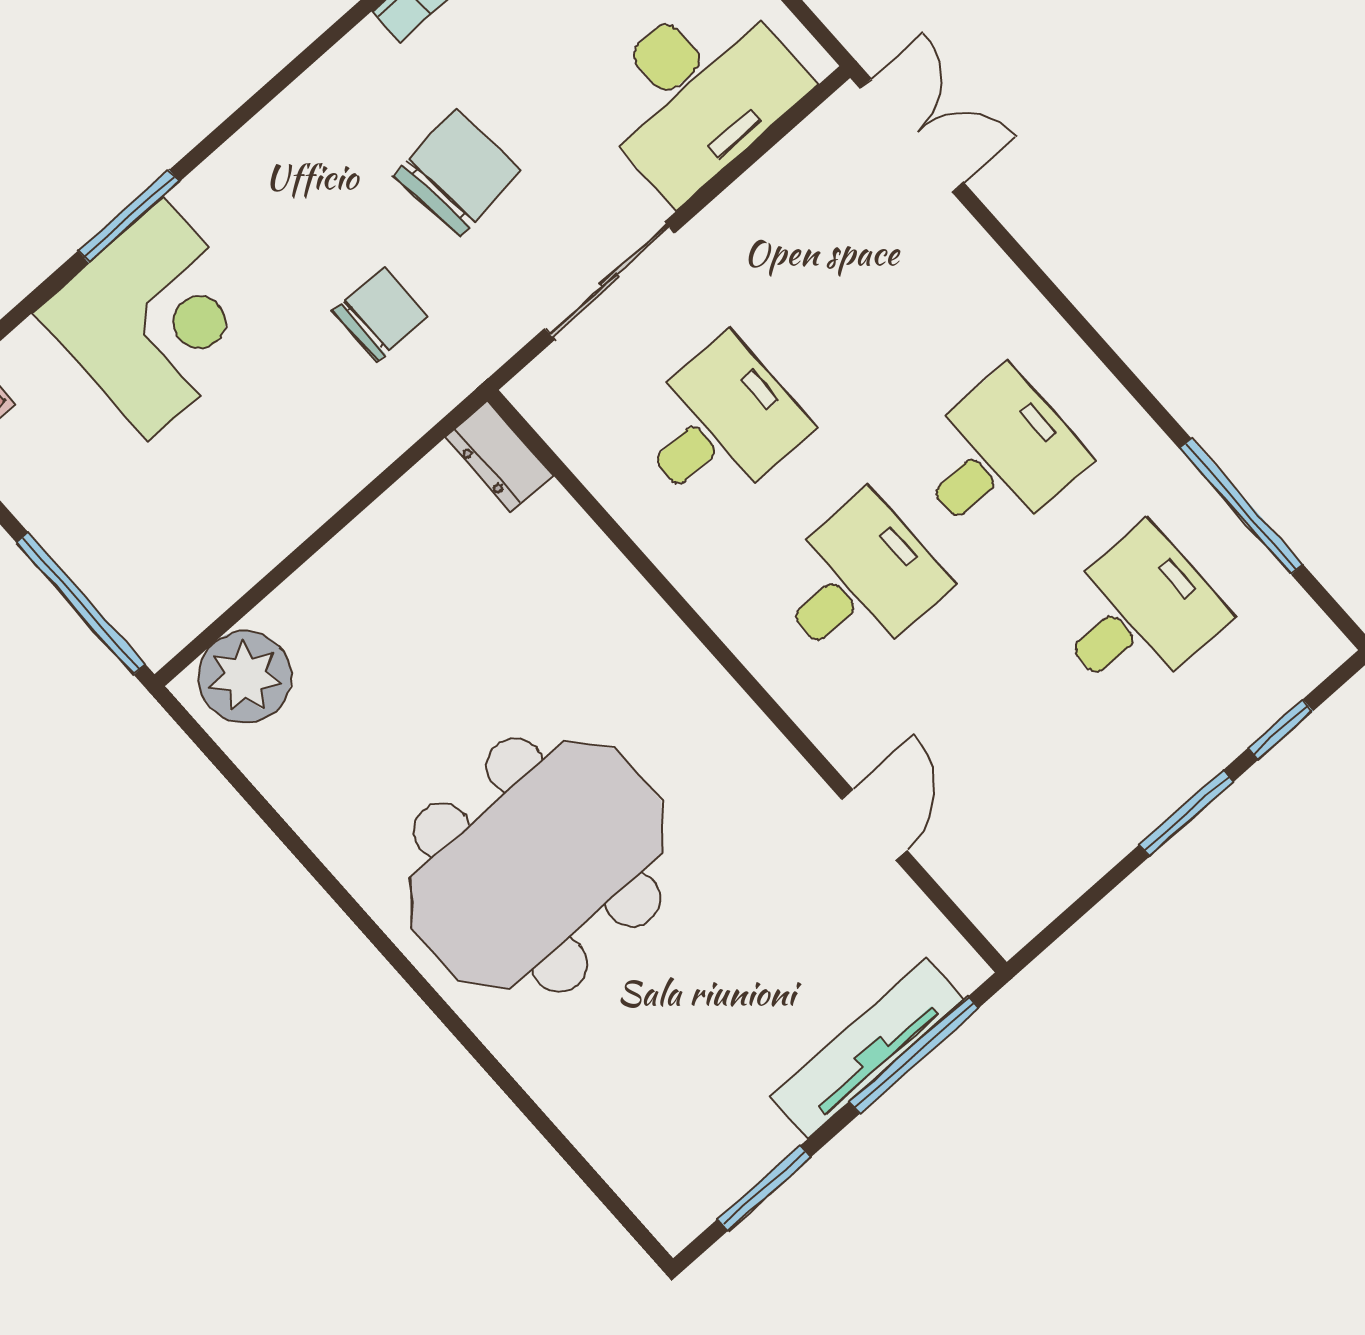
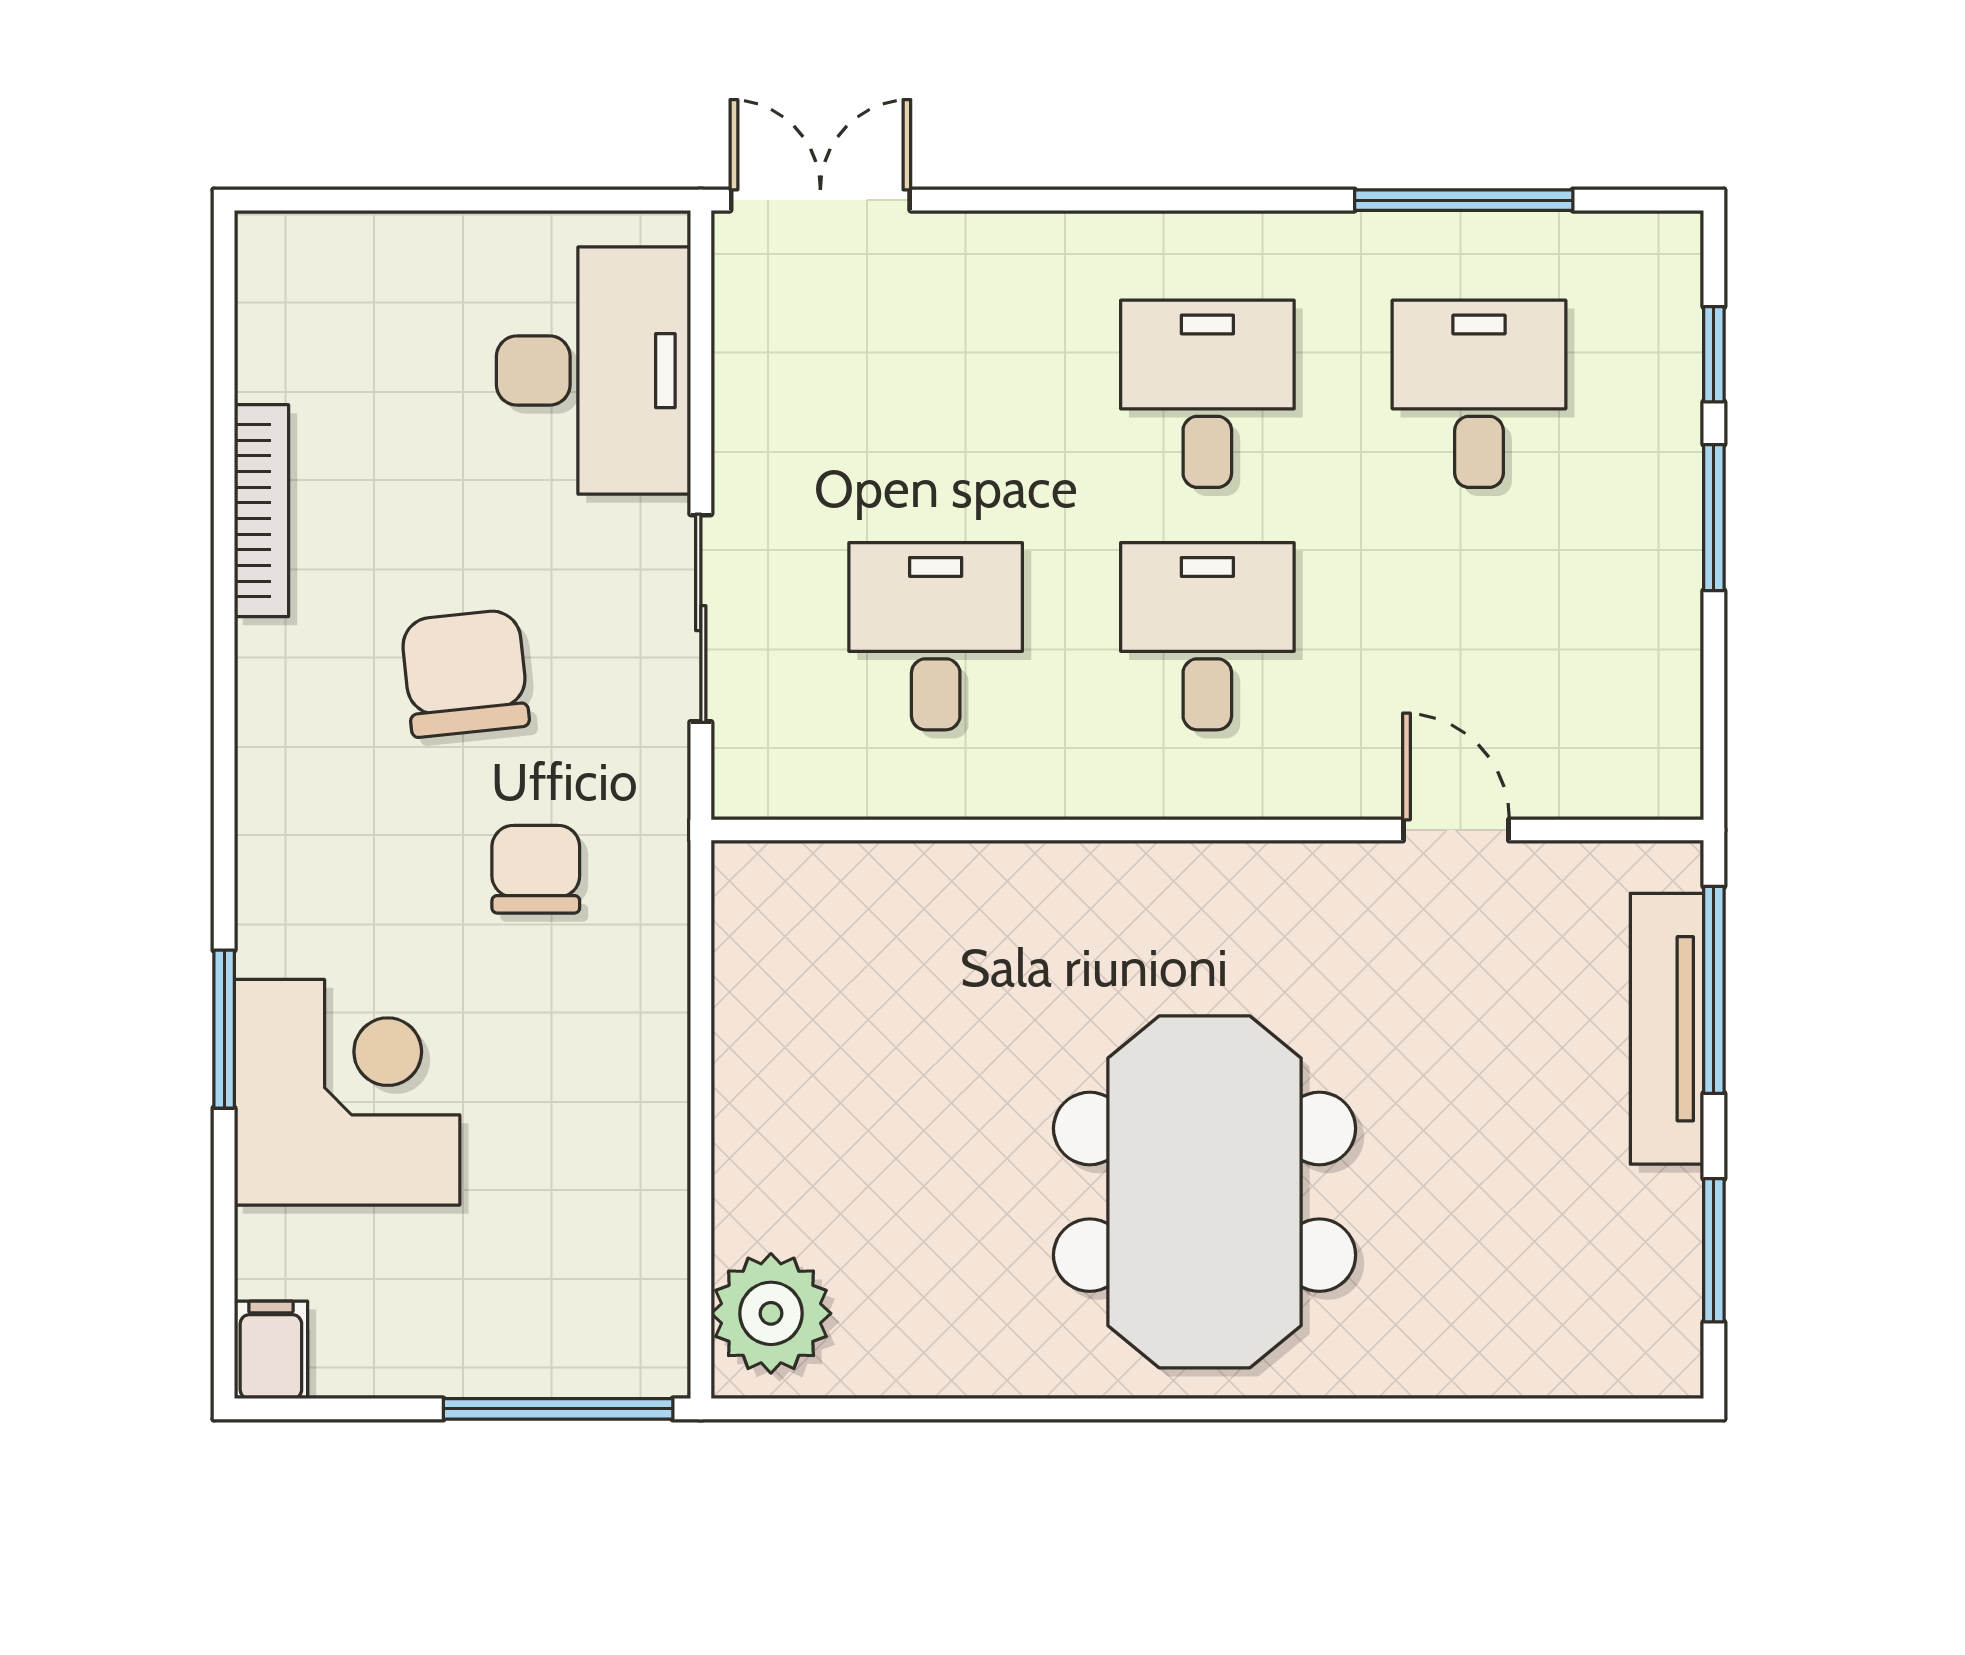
dresser: (499, 457) -> (776, 877), removed

